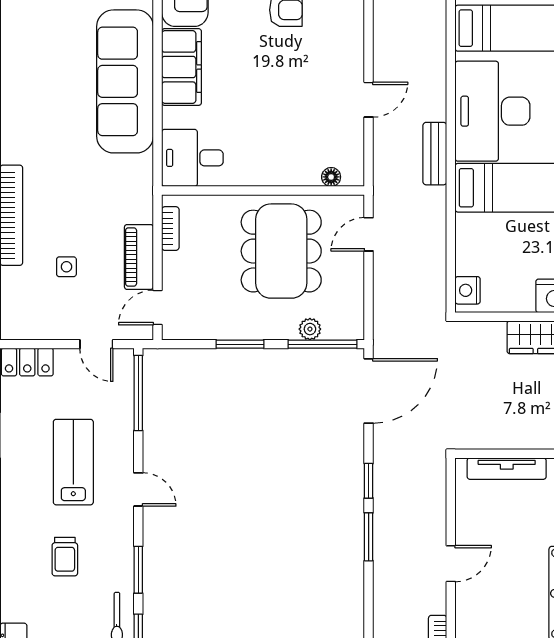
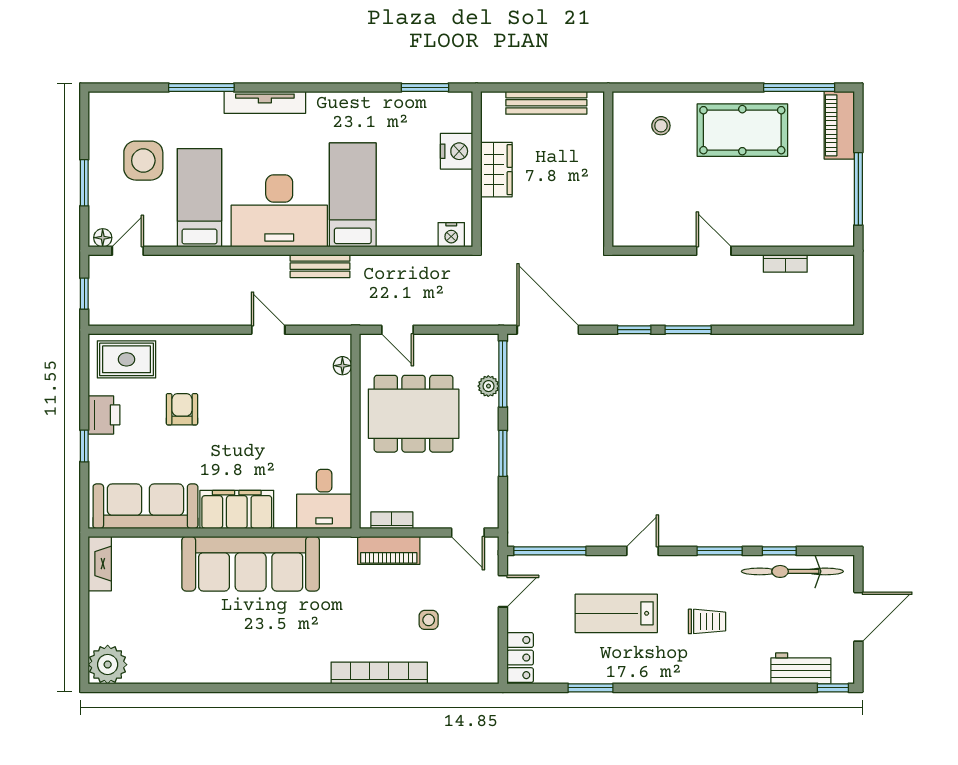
piano: (139, 257) -> (389, 550), moved
tv unit: (507, 469) -> (622, 197), removed

